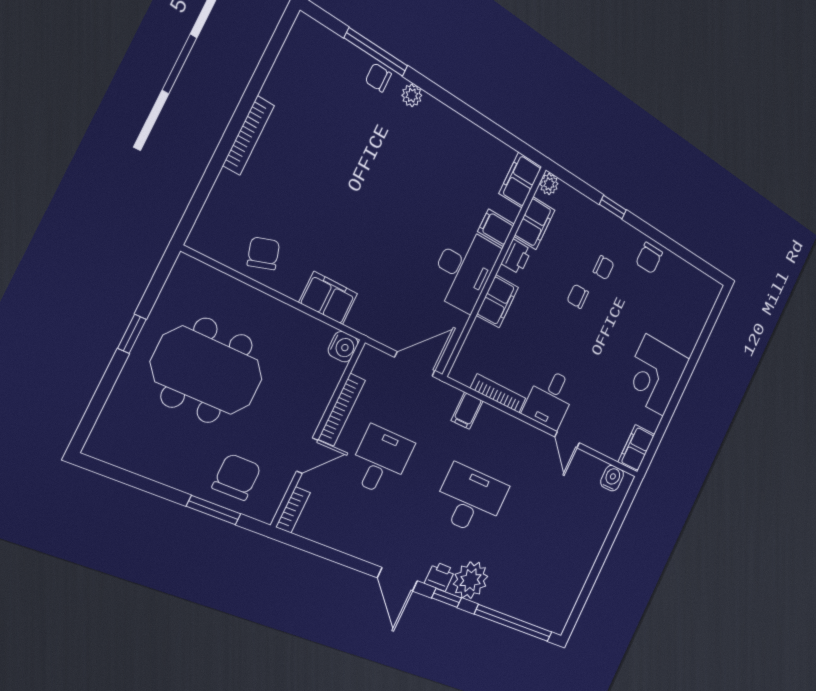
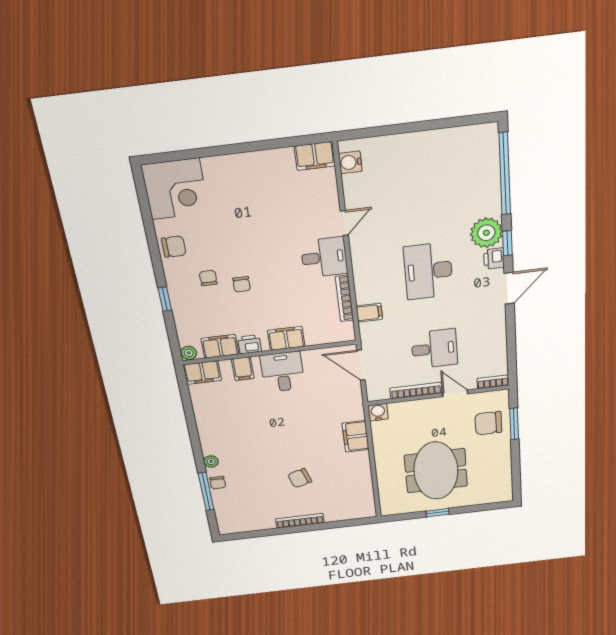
chair: (263, 253) -> (300, 478), moved
desk: (464, 269) -> (283, 372), width x0.73
corner desk: (655, 375) -> (175, 189), moved
desk: (380, 460) -> (434, 349), turned 180

